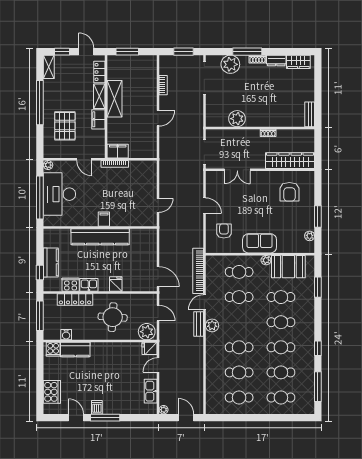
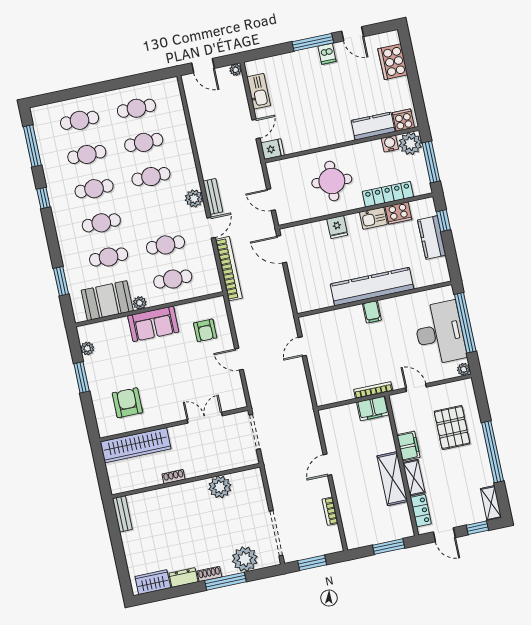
plant: (147, 332) -> (410, 144), moved

